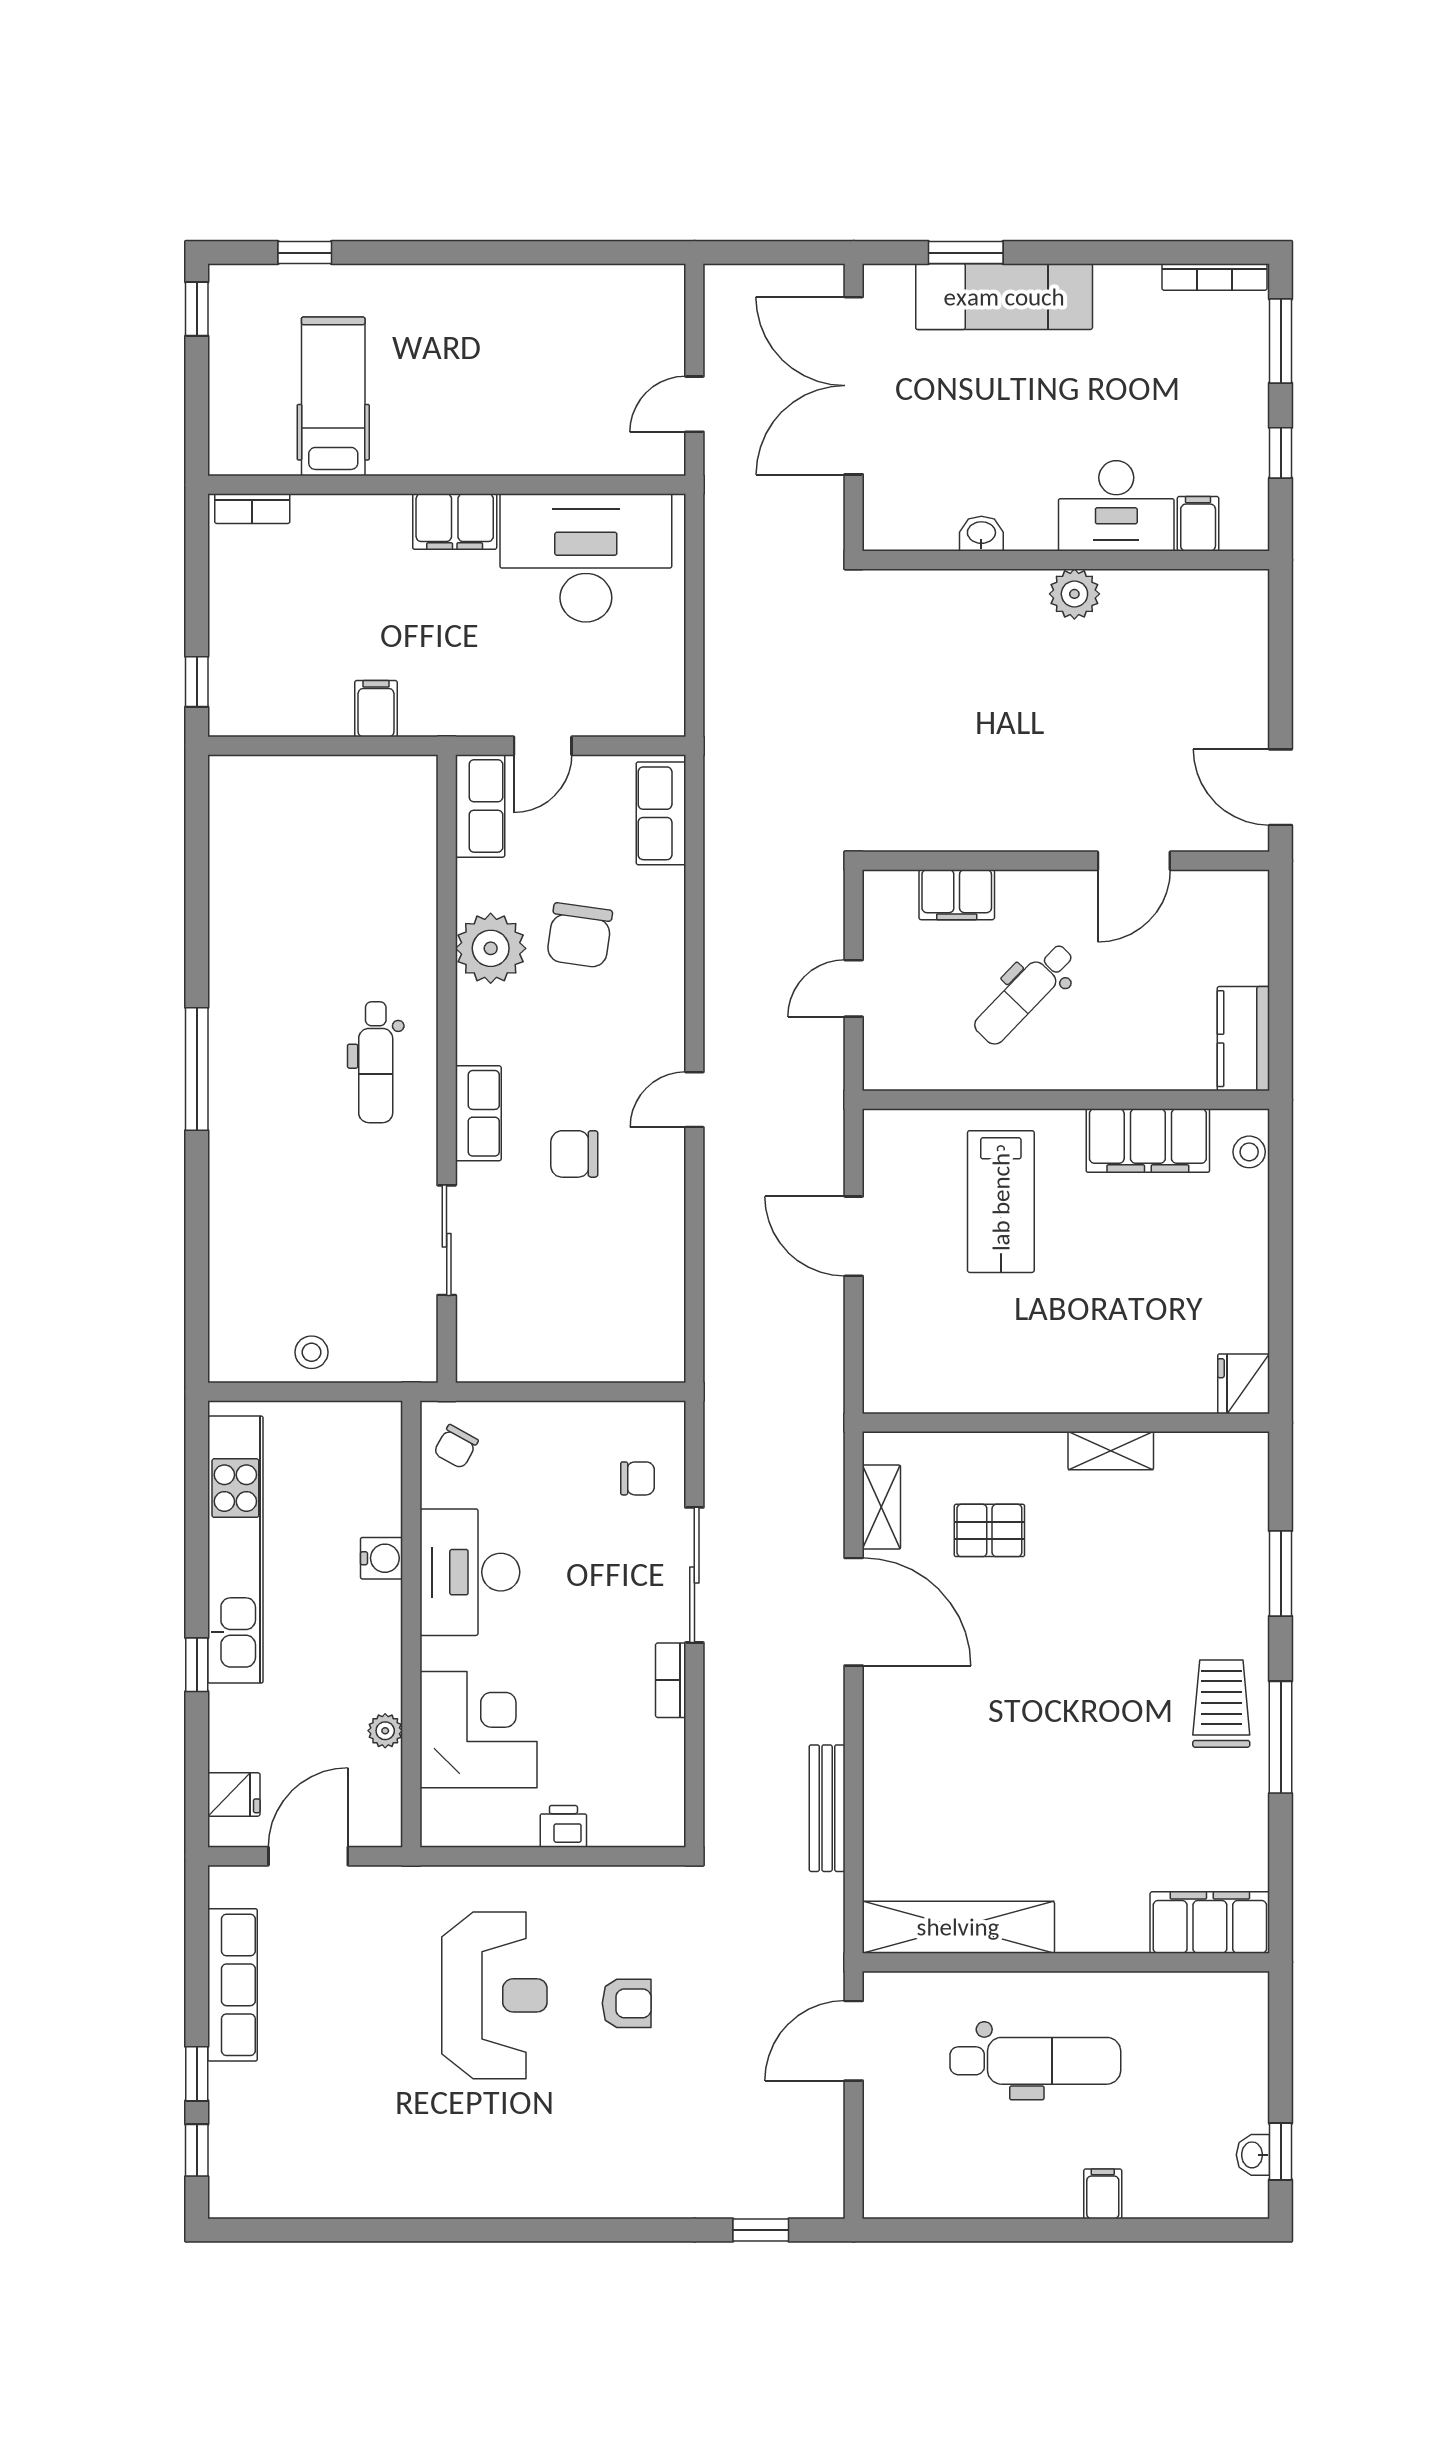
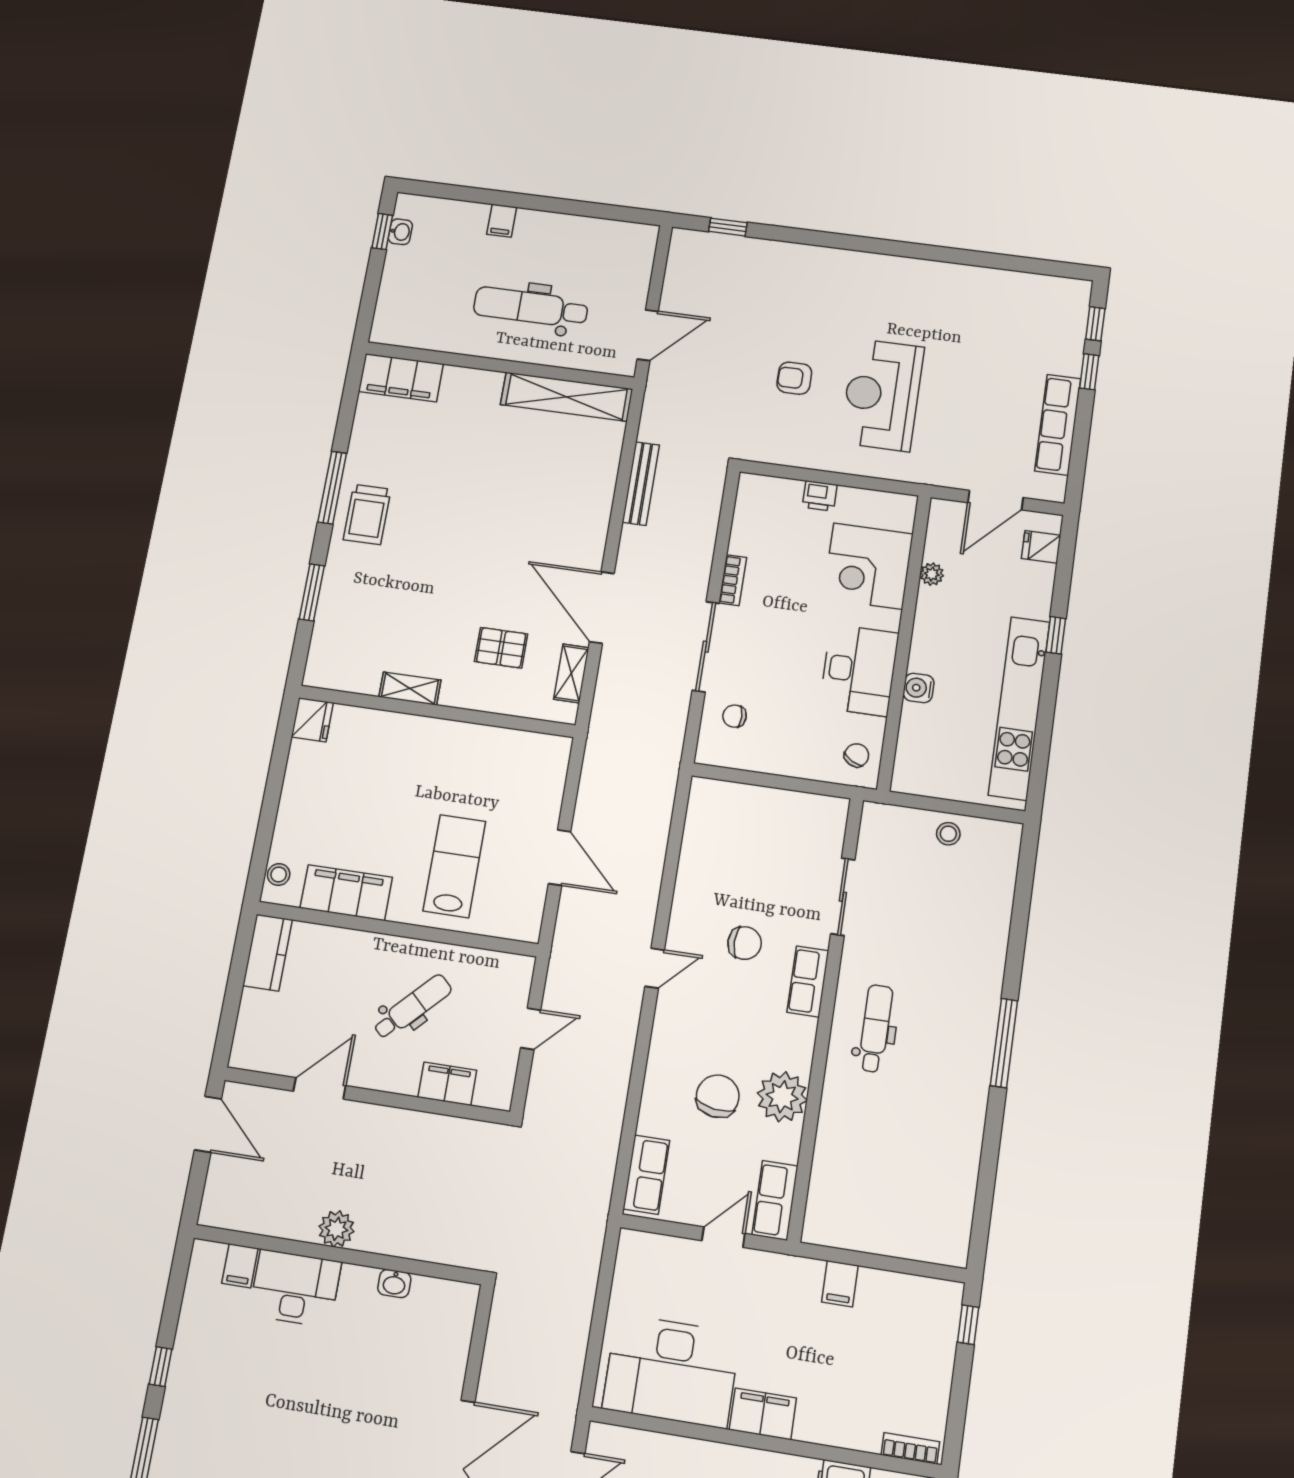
desk: (1116, 506) -> (295, 1288), moved
filing cabinet: (1198, 524) -> (240, 1266), moved
washbasin: (981, 534) -> (394, 1283), moved
wall: (1066, 560) -> (338, 1254), moved
plant: (1074, 594) -> (336, 1229), moved

